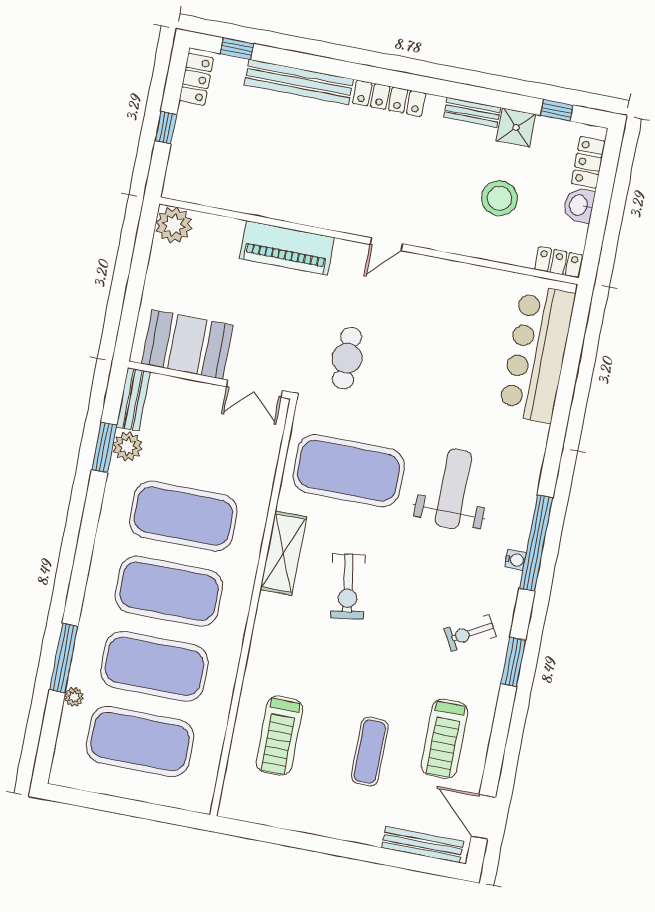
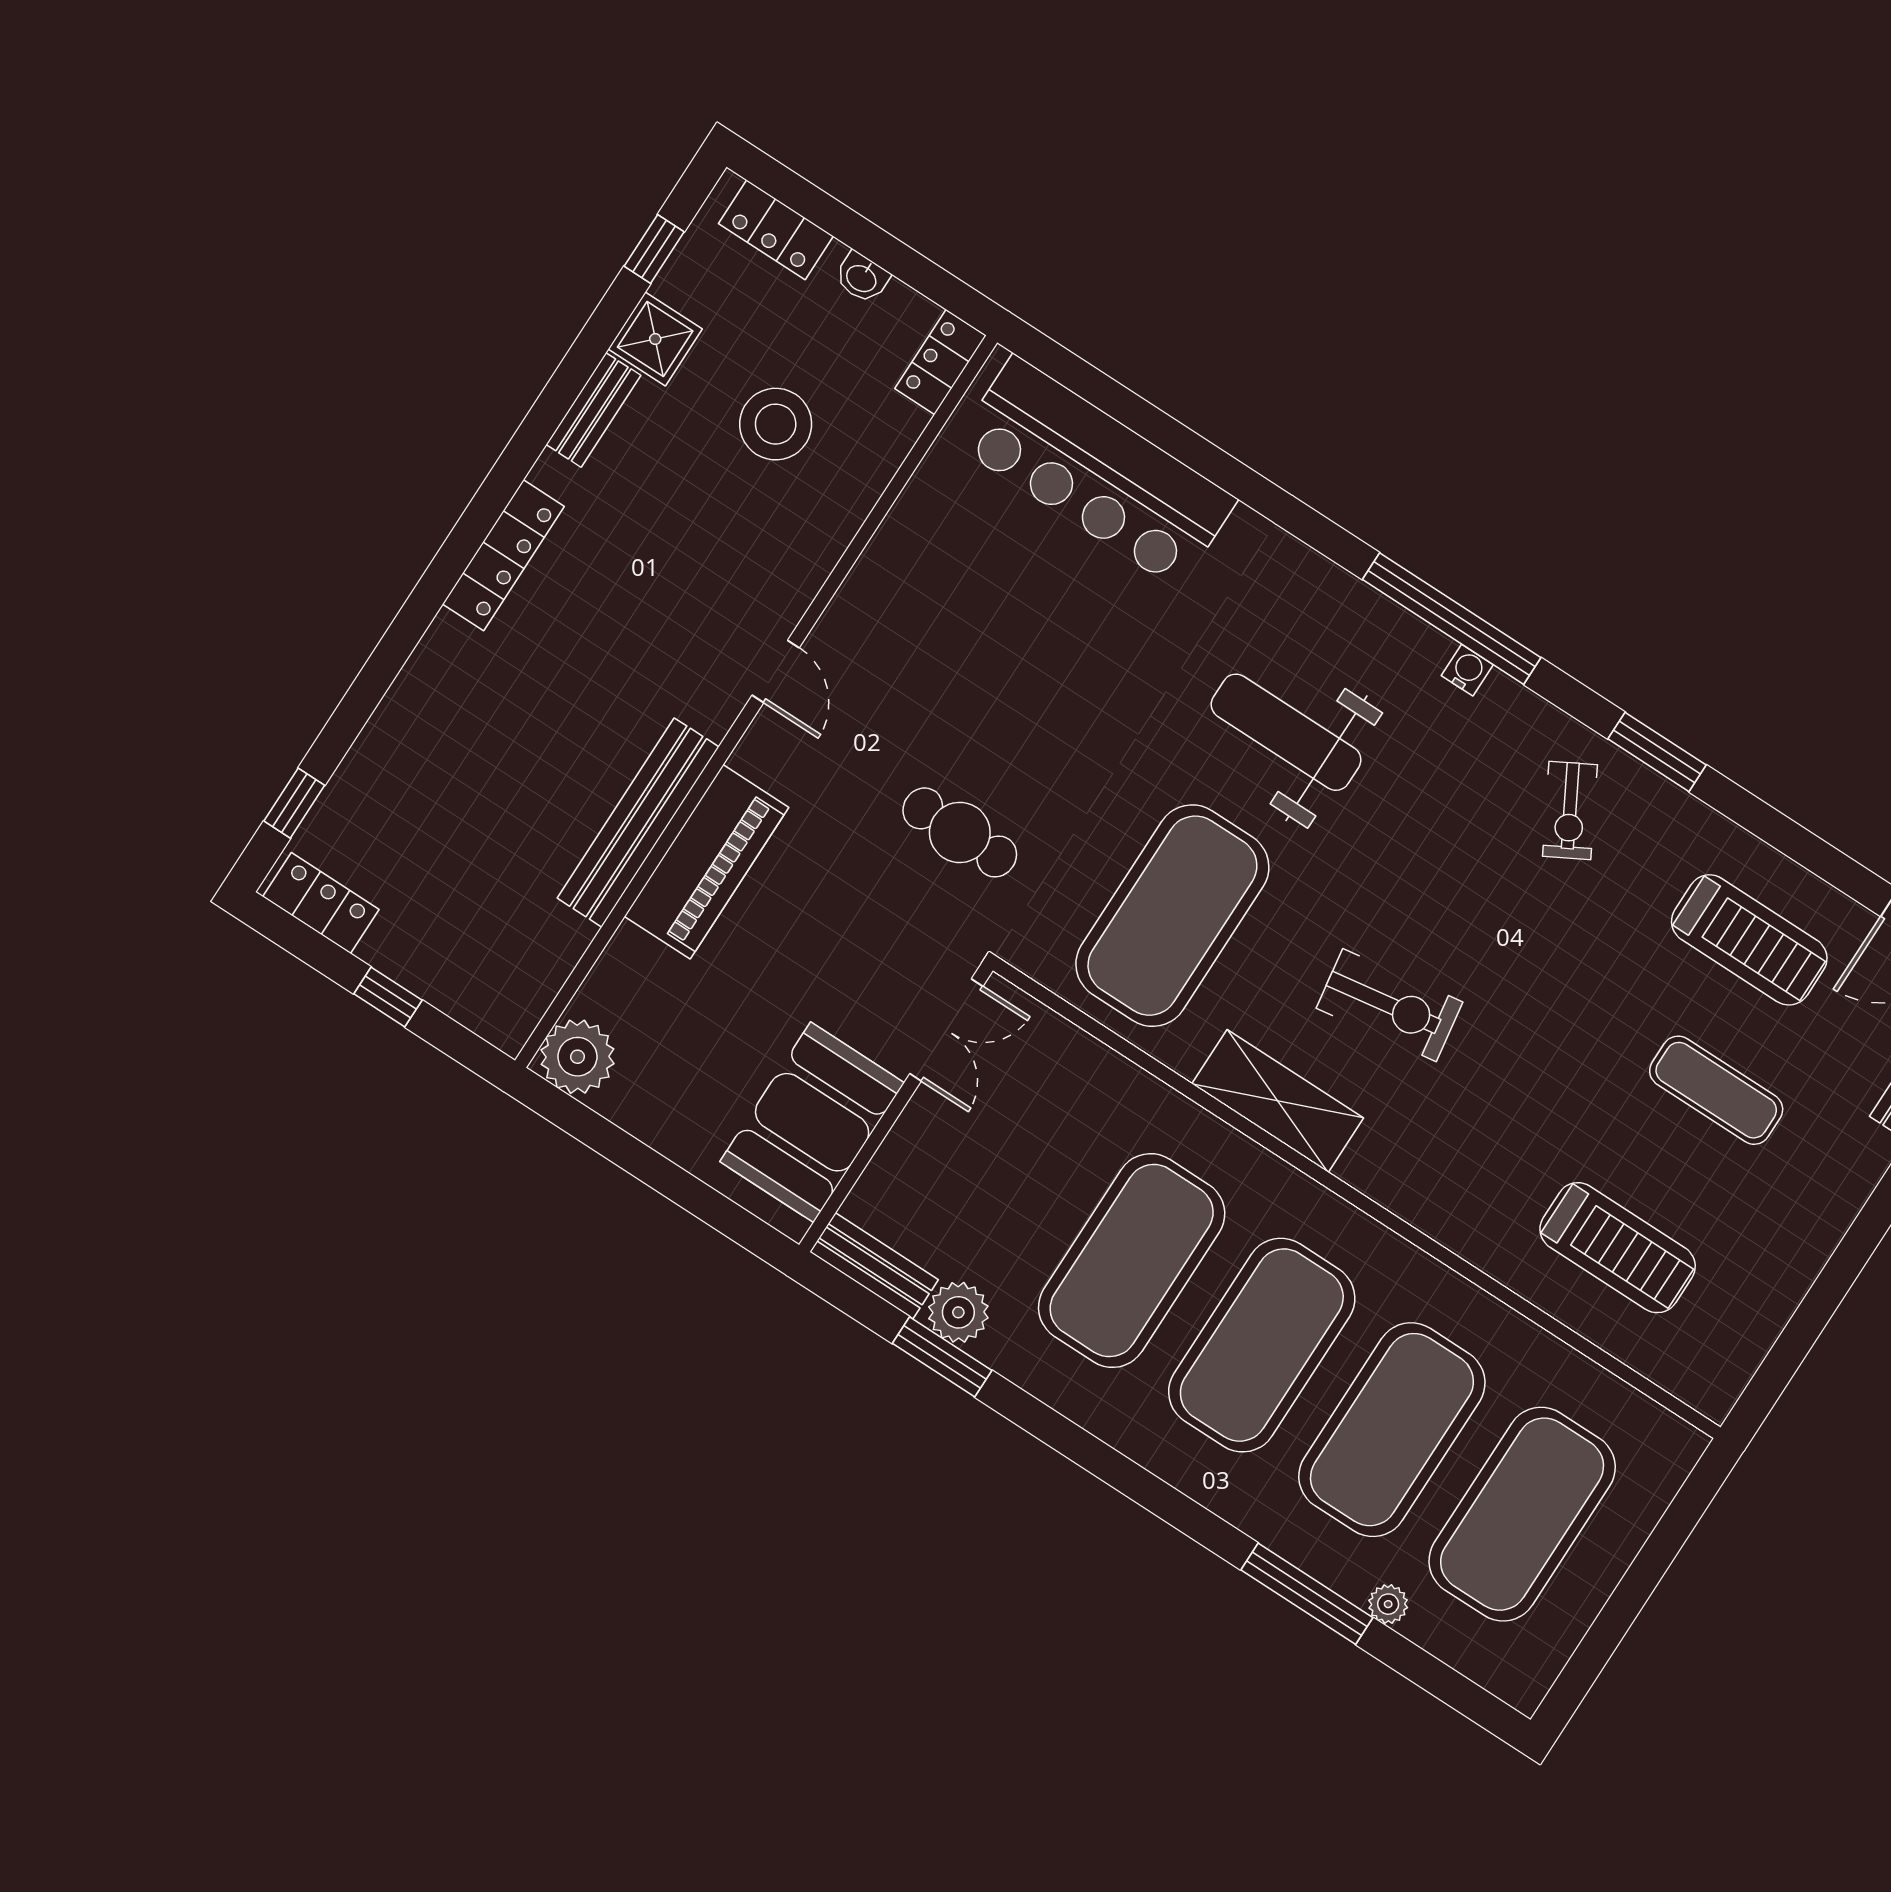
bench: (299, 82) -> (638, 823), moved
washbasin: (579, 205) -> (862, 278), width x0.72, depth x0.69

